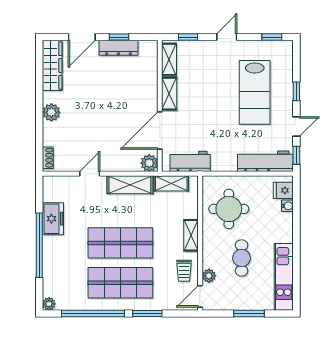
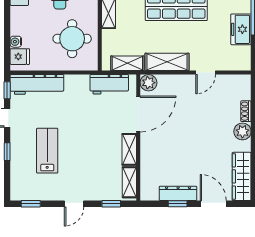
door: (82, 37) -> (213, 204), hinge flipped
lab bench: (255, 92) -> (47, 151), width x0.73, depth x0.72
shoe rack: (48, 158) -> (246, 111), moved

